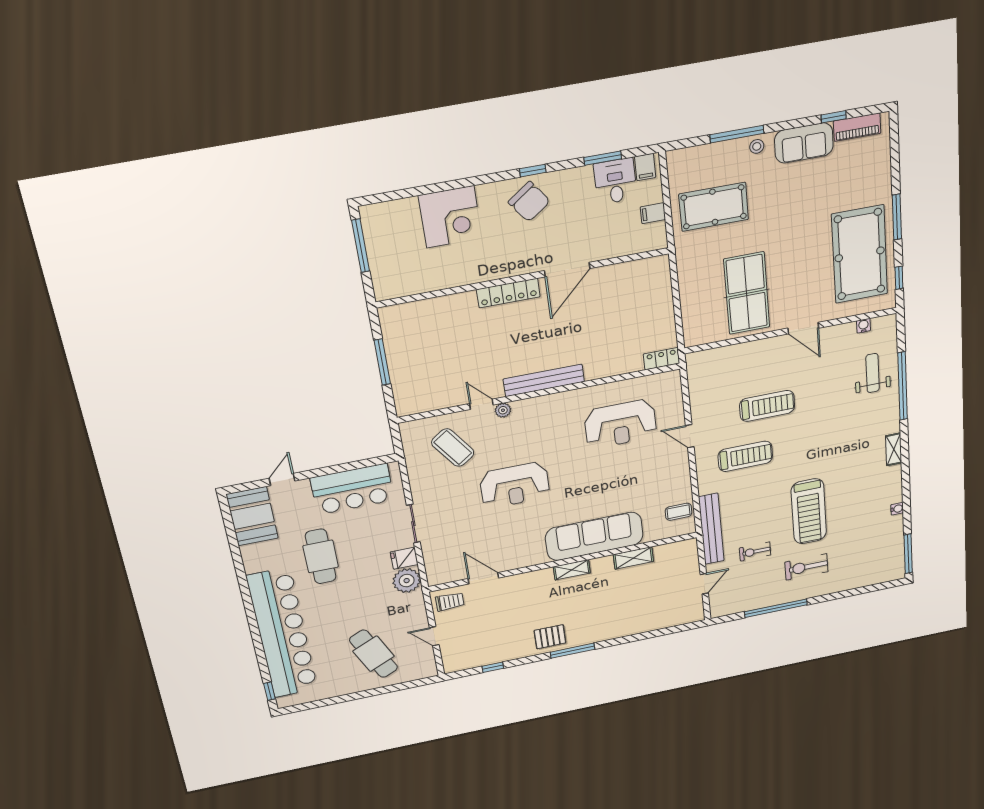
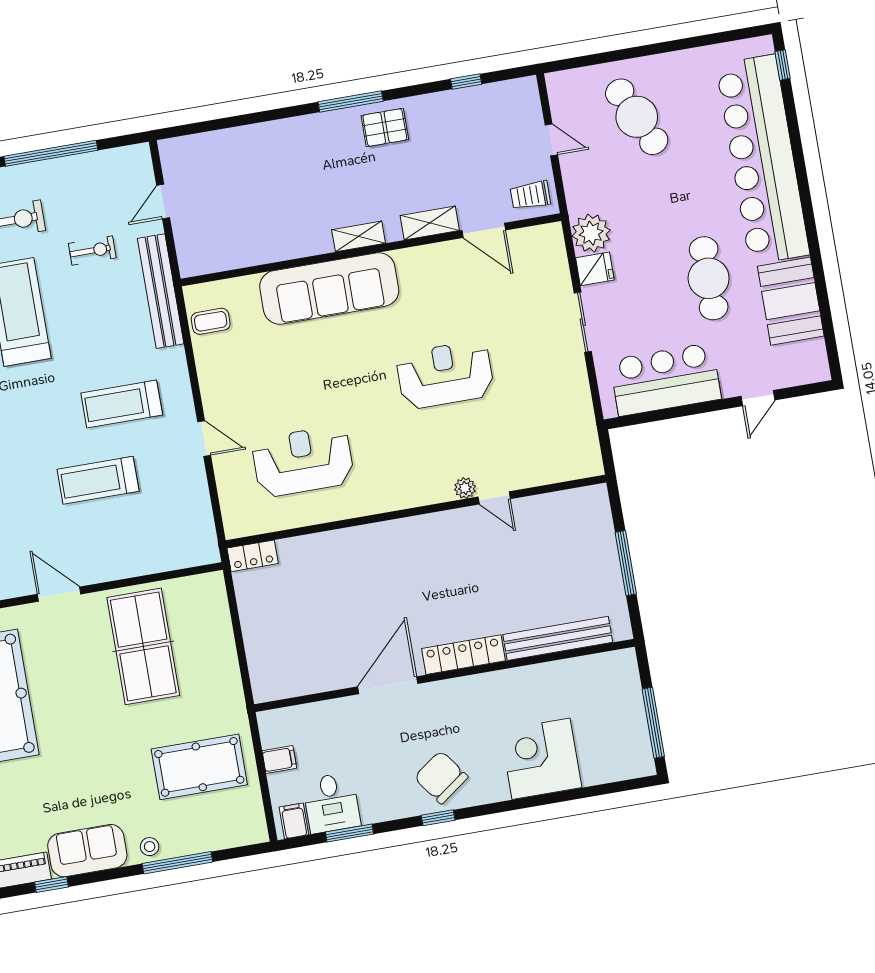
bench: (544, 380) -> (558, 638), moved
coffee table: (453, 448) -> (531, 435), removed
booth: (252, 516) -> (791, 301), moved
shelving: (633, 558) -> (430, 223), moved

